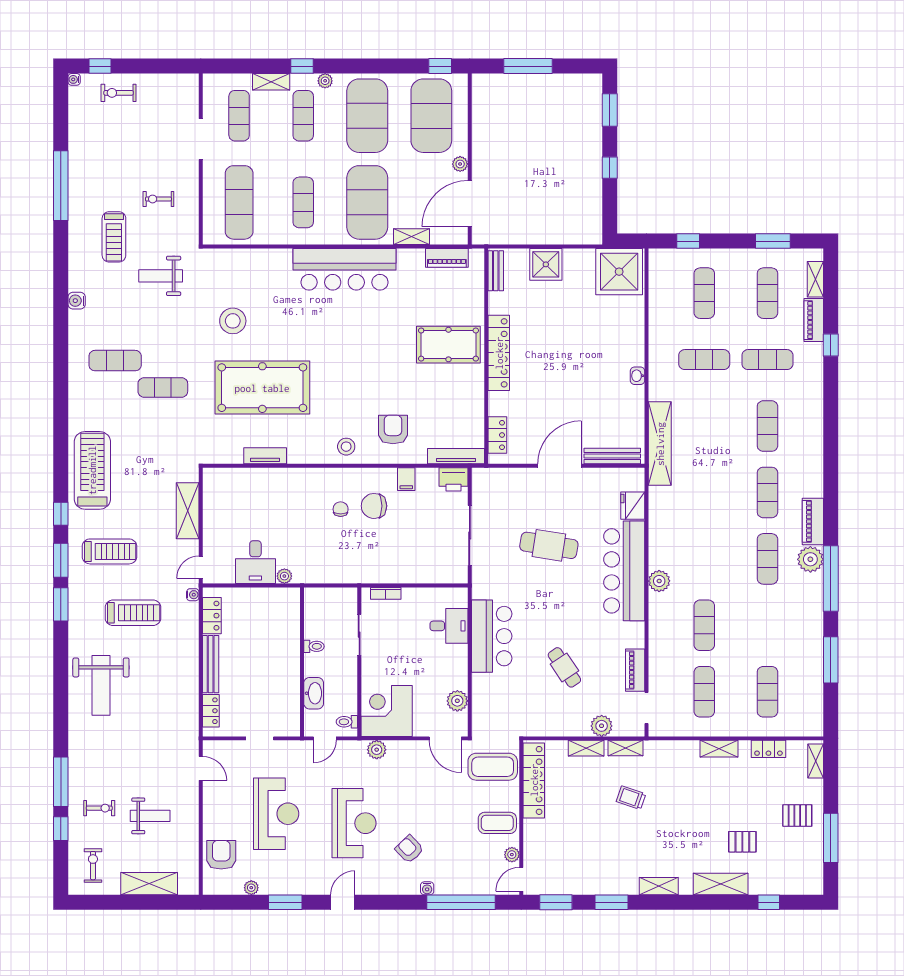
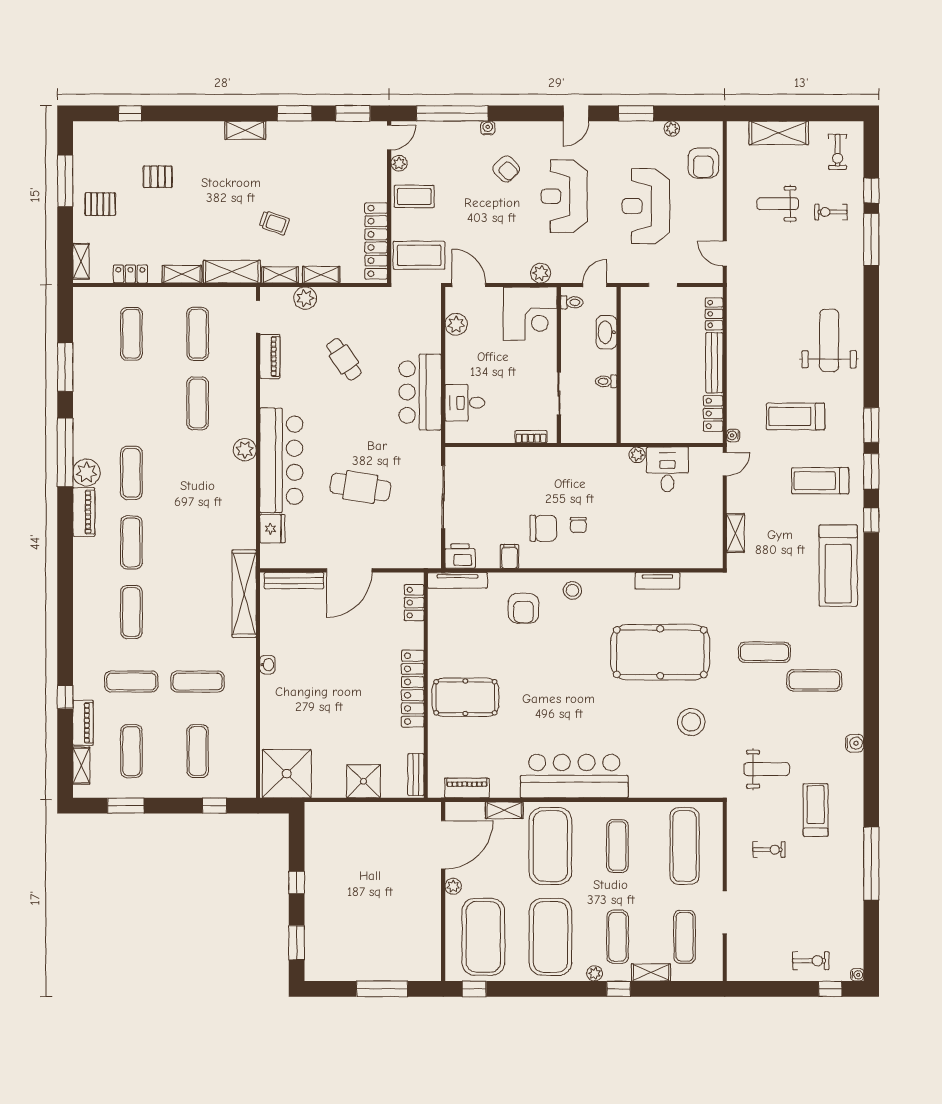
shelving: (188, 511) -> (735, 533), width x0.67, depth x0.75
shelving: (721, 884) -> (232, 272), moved

